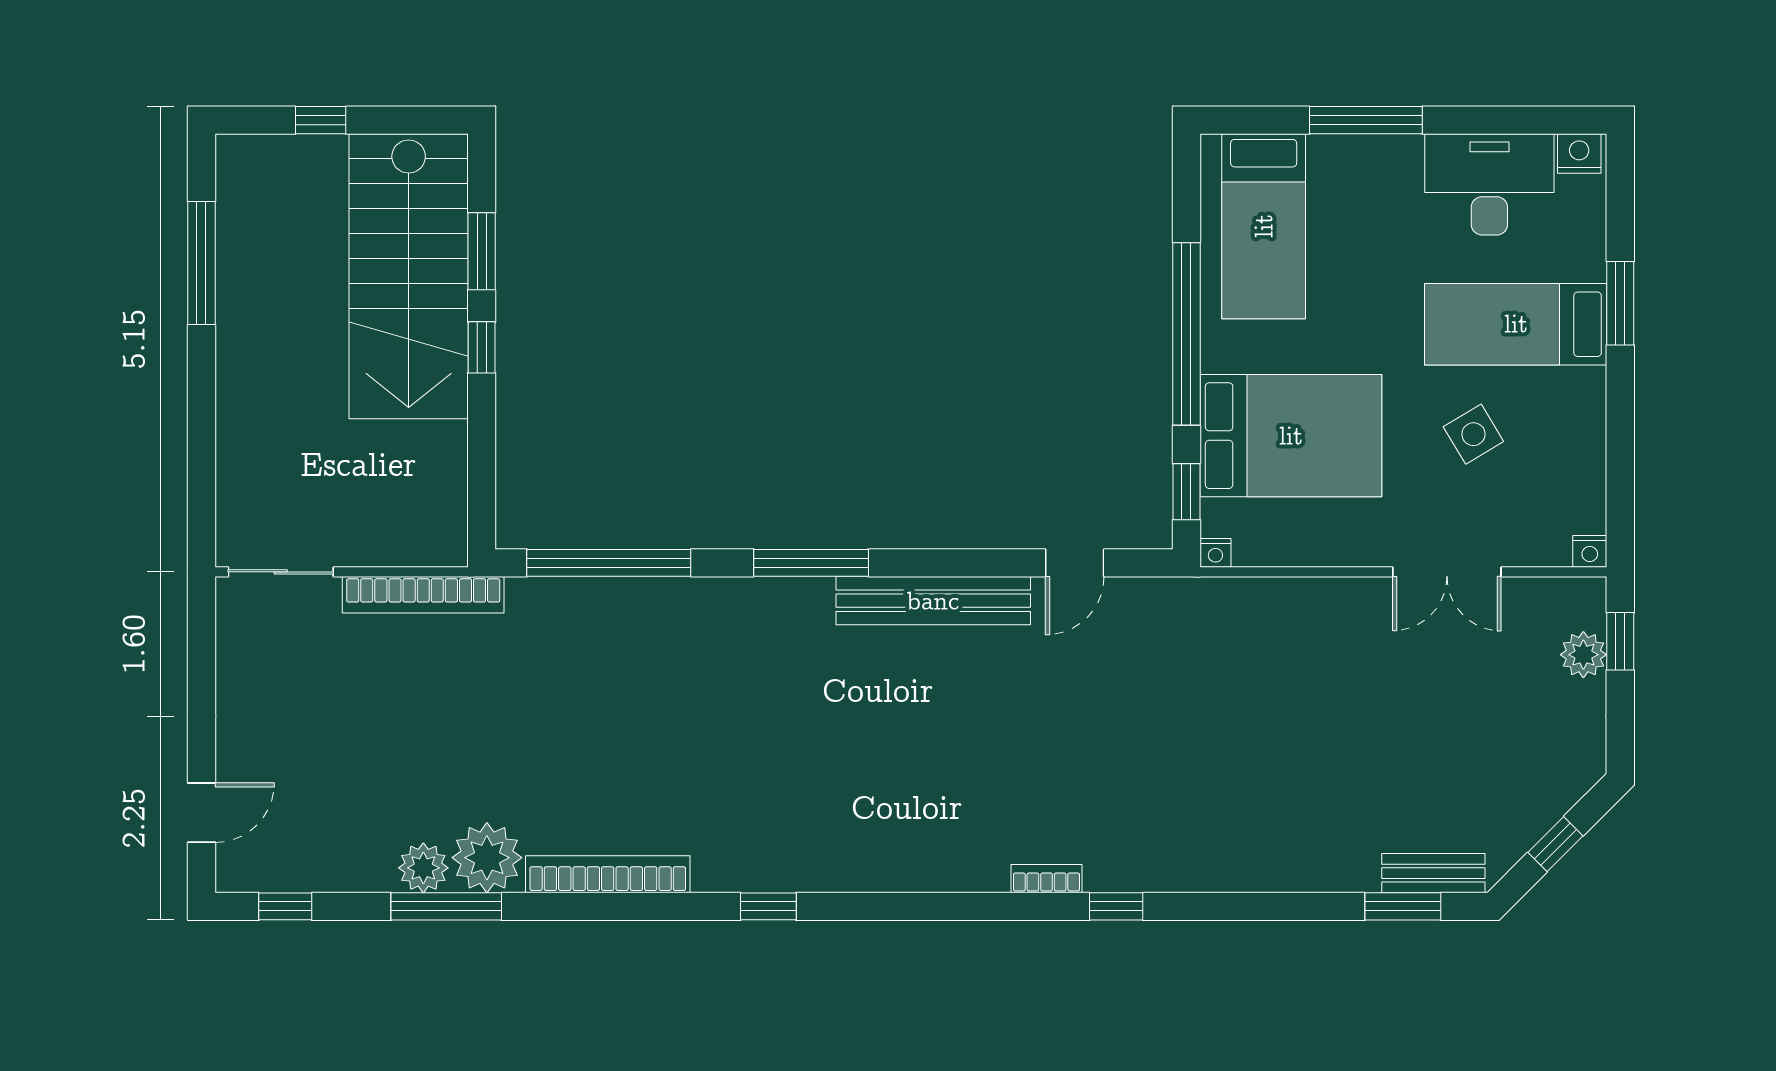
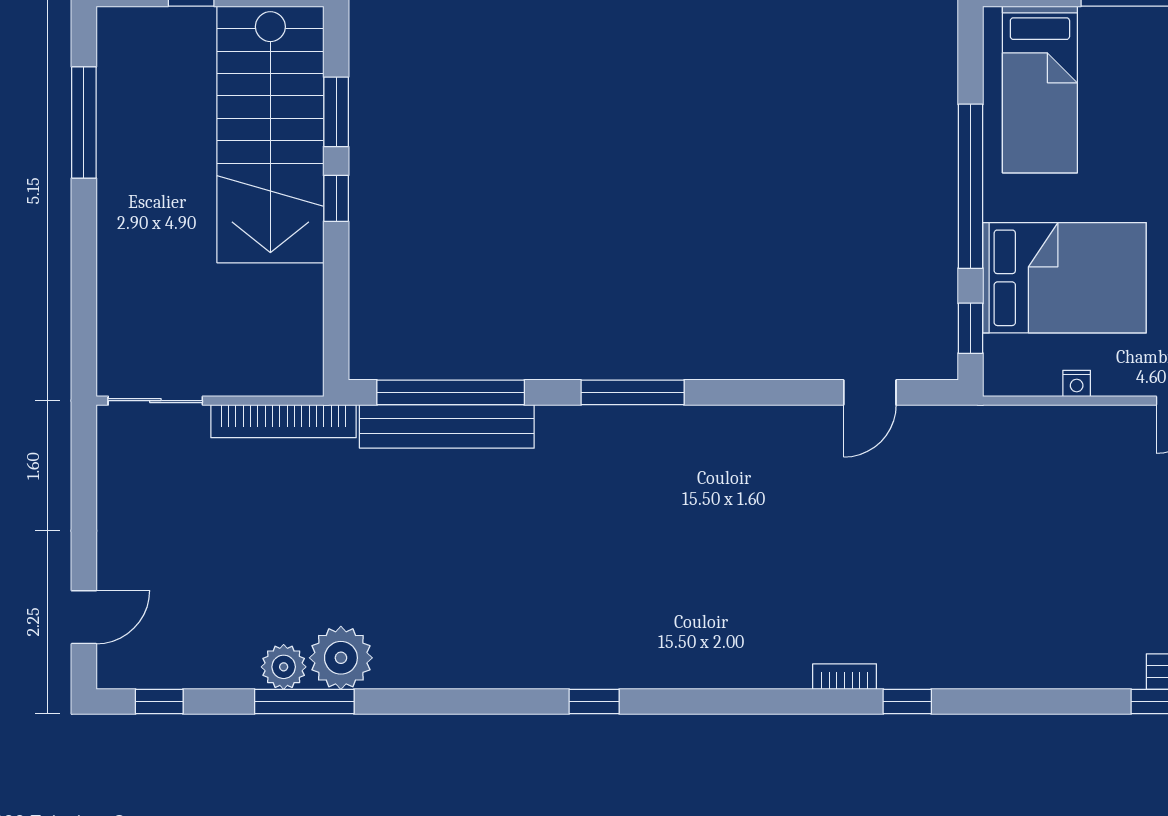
nightstand: (1215, 553) -> (1077, 383), moved
bench: (933, 601) -> (447, 426), moved
bookcase: (608, 874) -> (450, 673), removed

